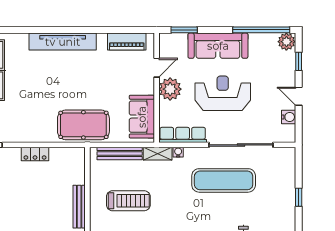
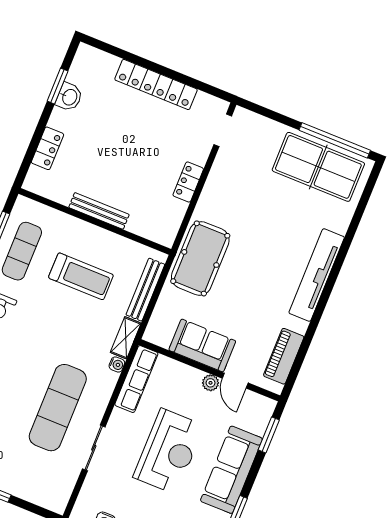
plant: (170, 89) -> (211, 383), width x0.53, depth x0.53
sofa: (142, 117) -> (202, 346), moved
sliding door: (241, 145) -> (94, 448), width x0.54
treadmill: (128, 201) -> (81, 276), turned -90

